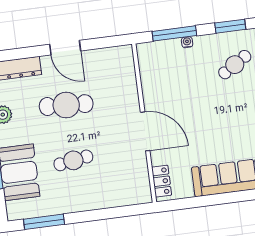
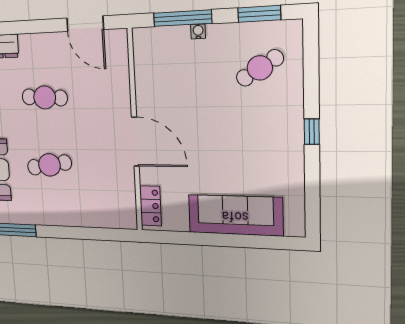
door: (65, 48) -> (85, 24), moved
cafe table: (66, 105) -> (45, 97), width x0.73, depth x0.74

